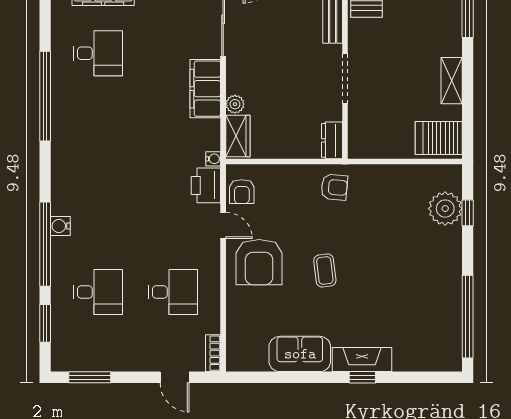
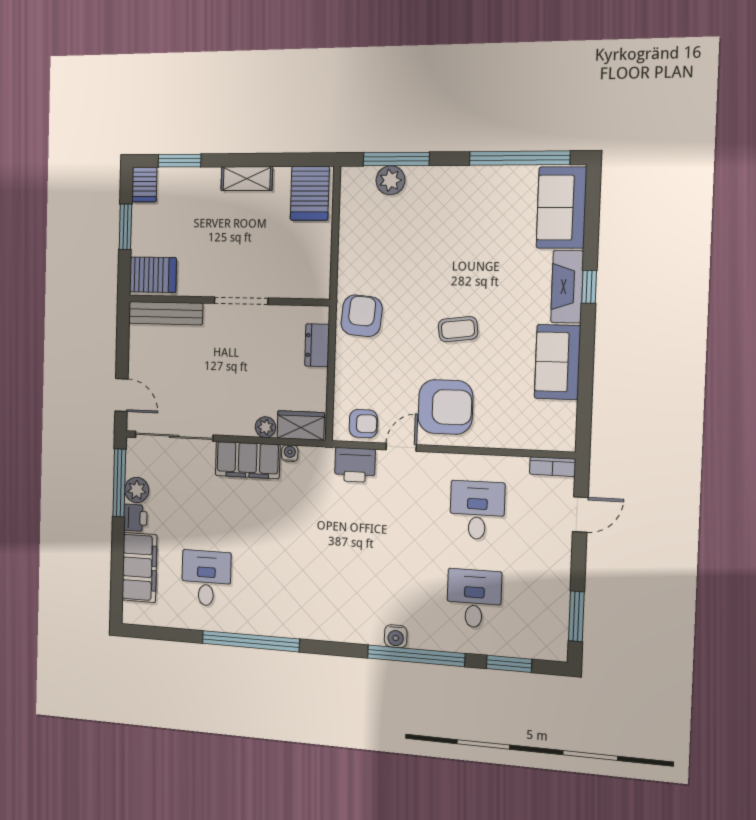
dresser: (332, 140) -> (317, 345), moved, turned 90
water cooler: (213, 159) -> (290, 453), moved
armchair: (334, 187) -> (362, 316), width x1.38, depth x1.38
plant: (445, 209) -> (390, 180), width x0.73, depth x0.73
window: (468, 213) -> (396, 159), width x2.17
sofa: (427, 352) -> (561, 208), added

